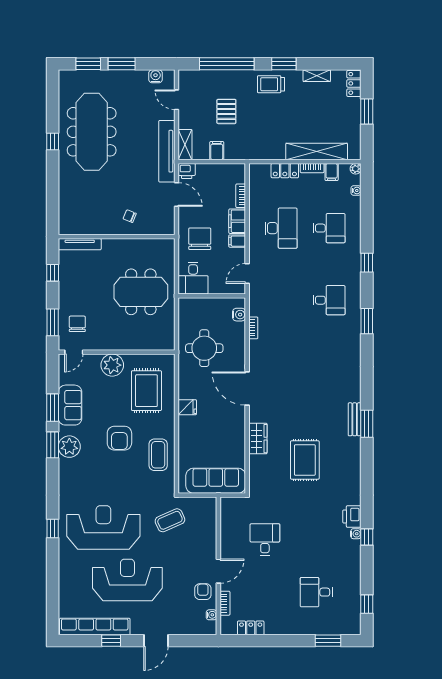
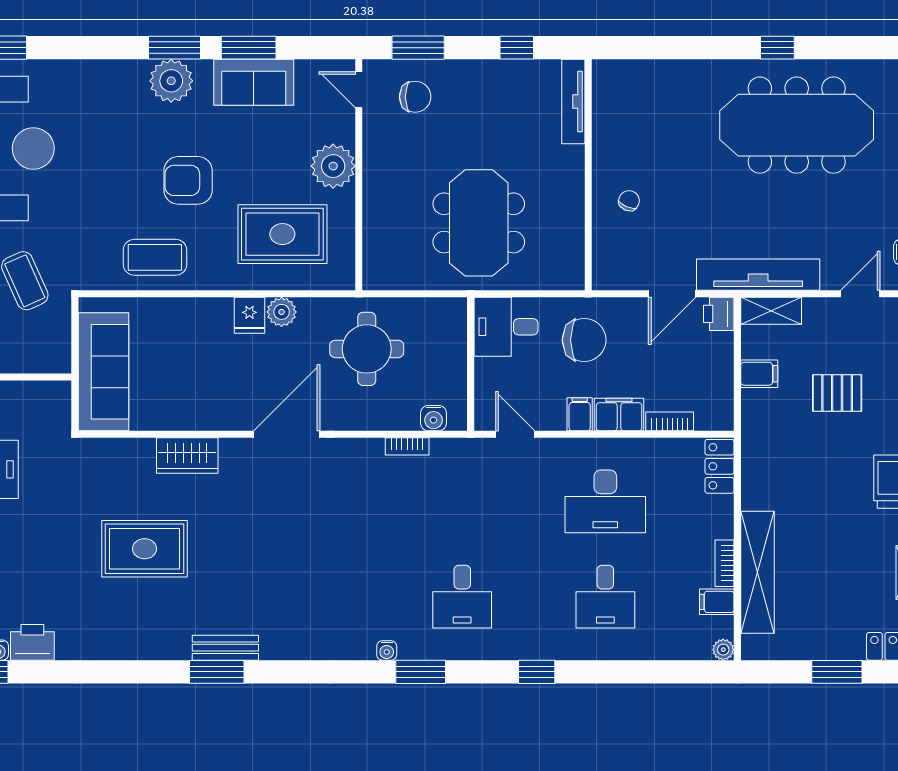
locker: (285, 171) -> (720, 466), moved
water cooler: (356, 190) -> (387, 650), moved
plant: (186, 391) -> (282, 312), added

